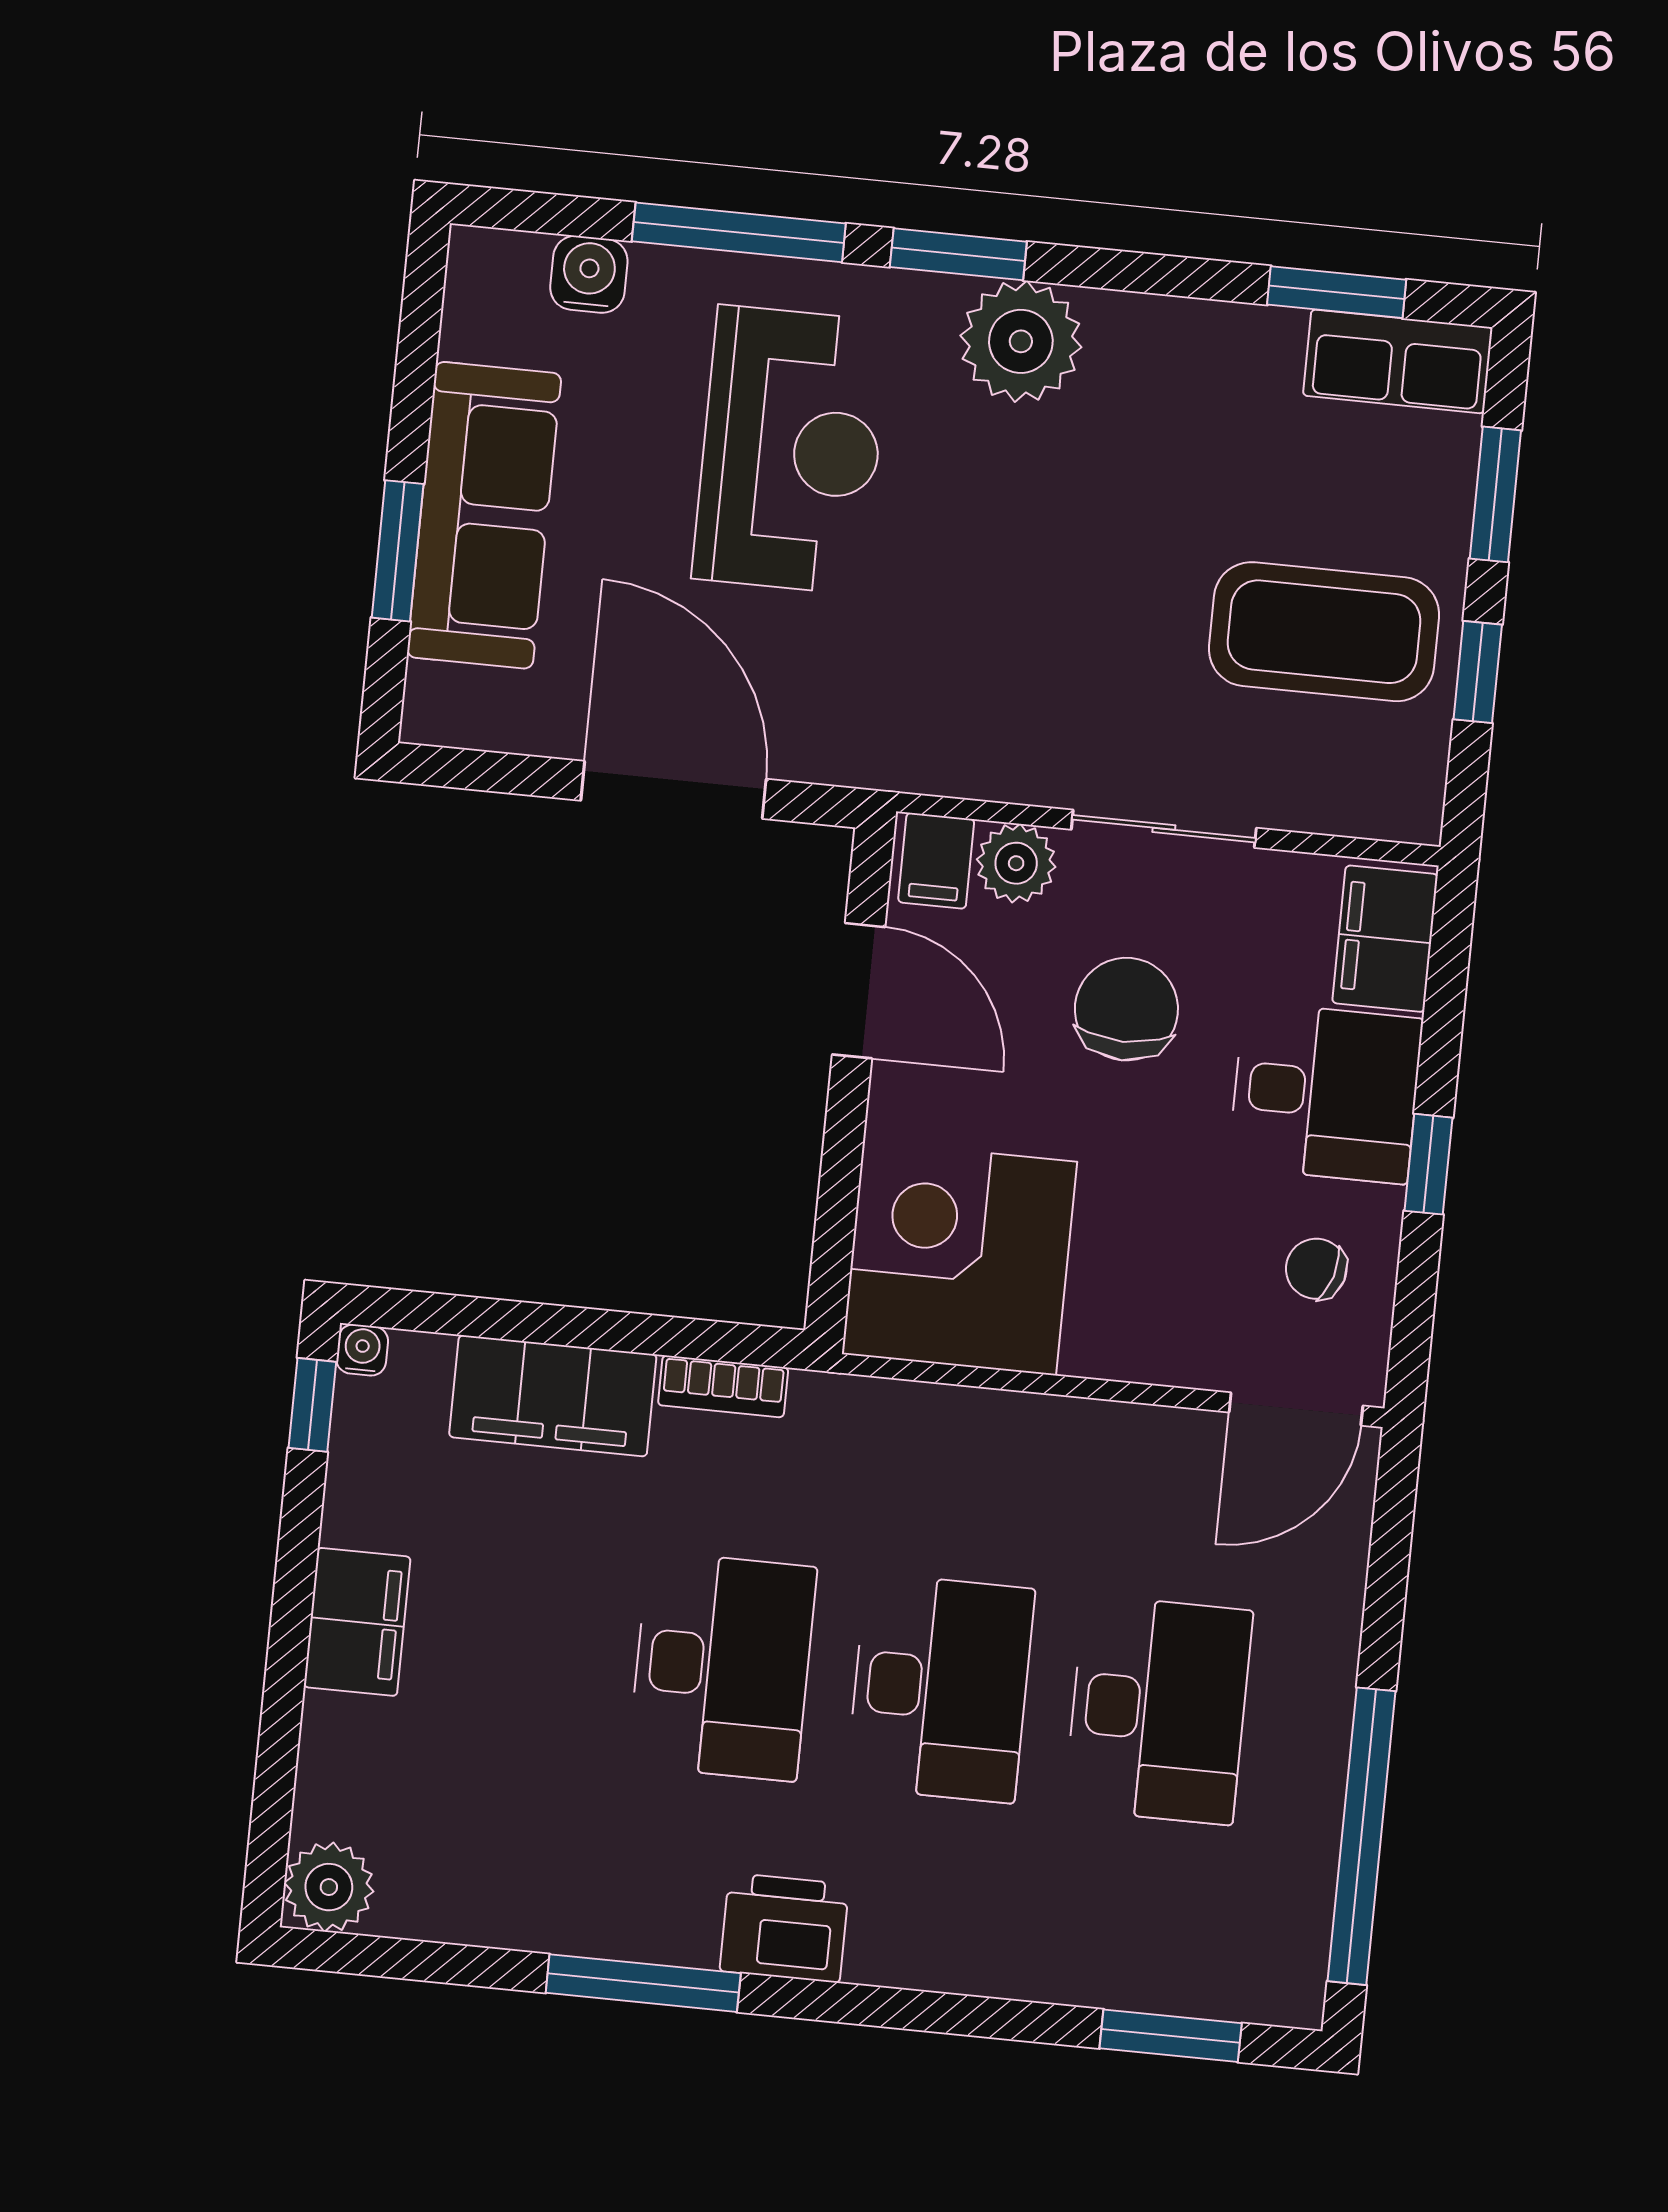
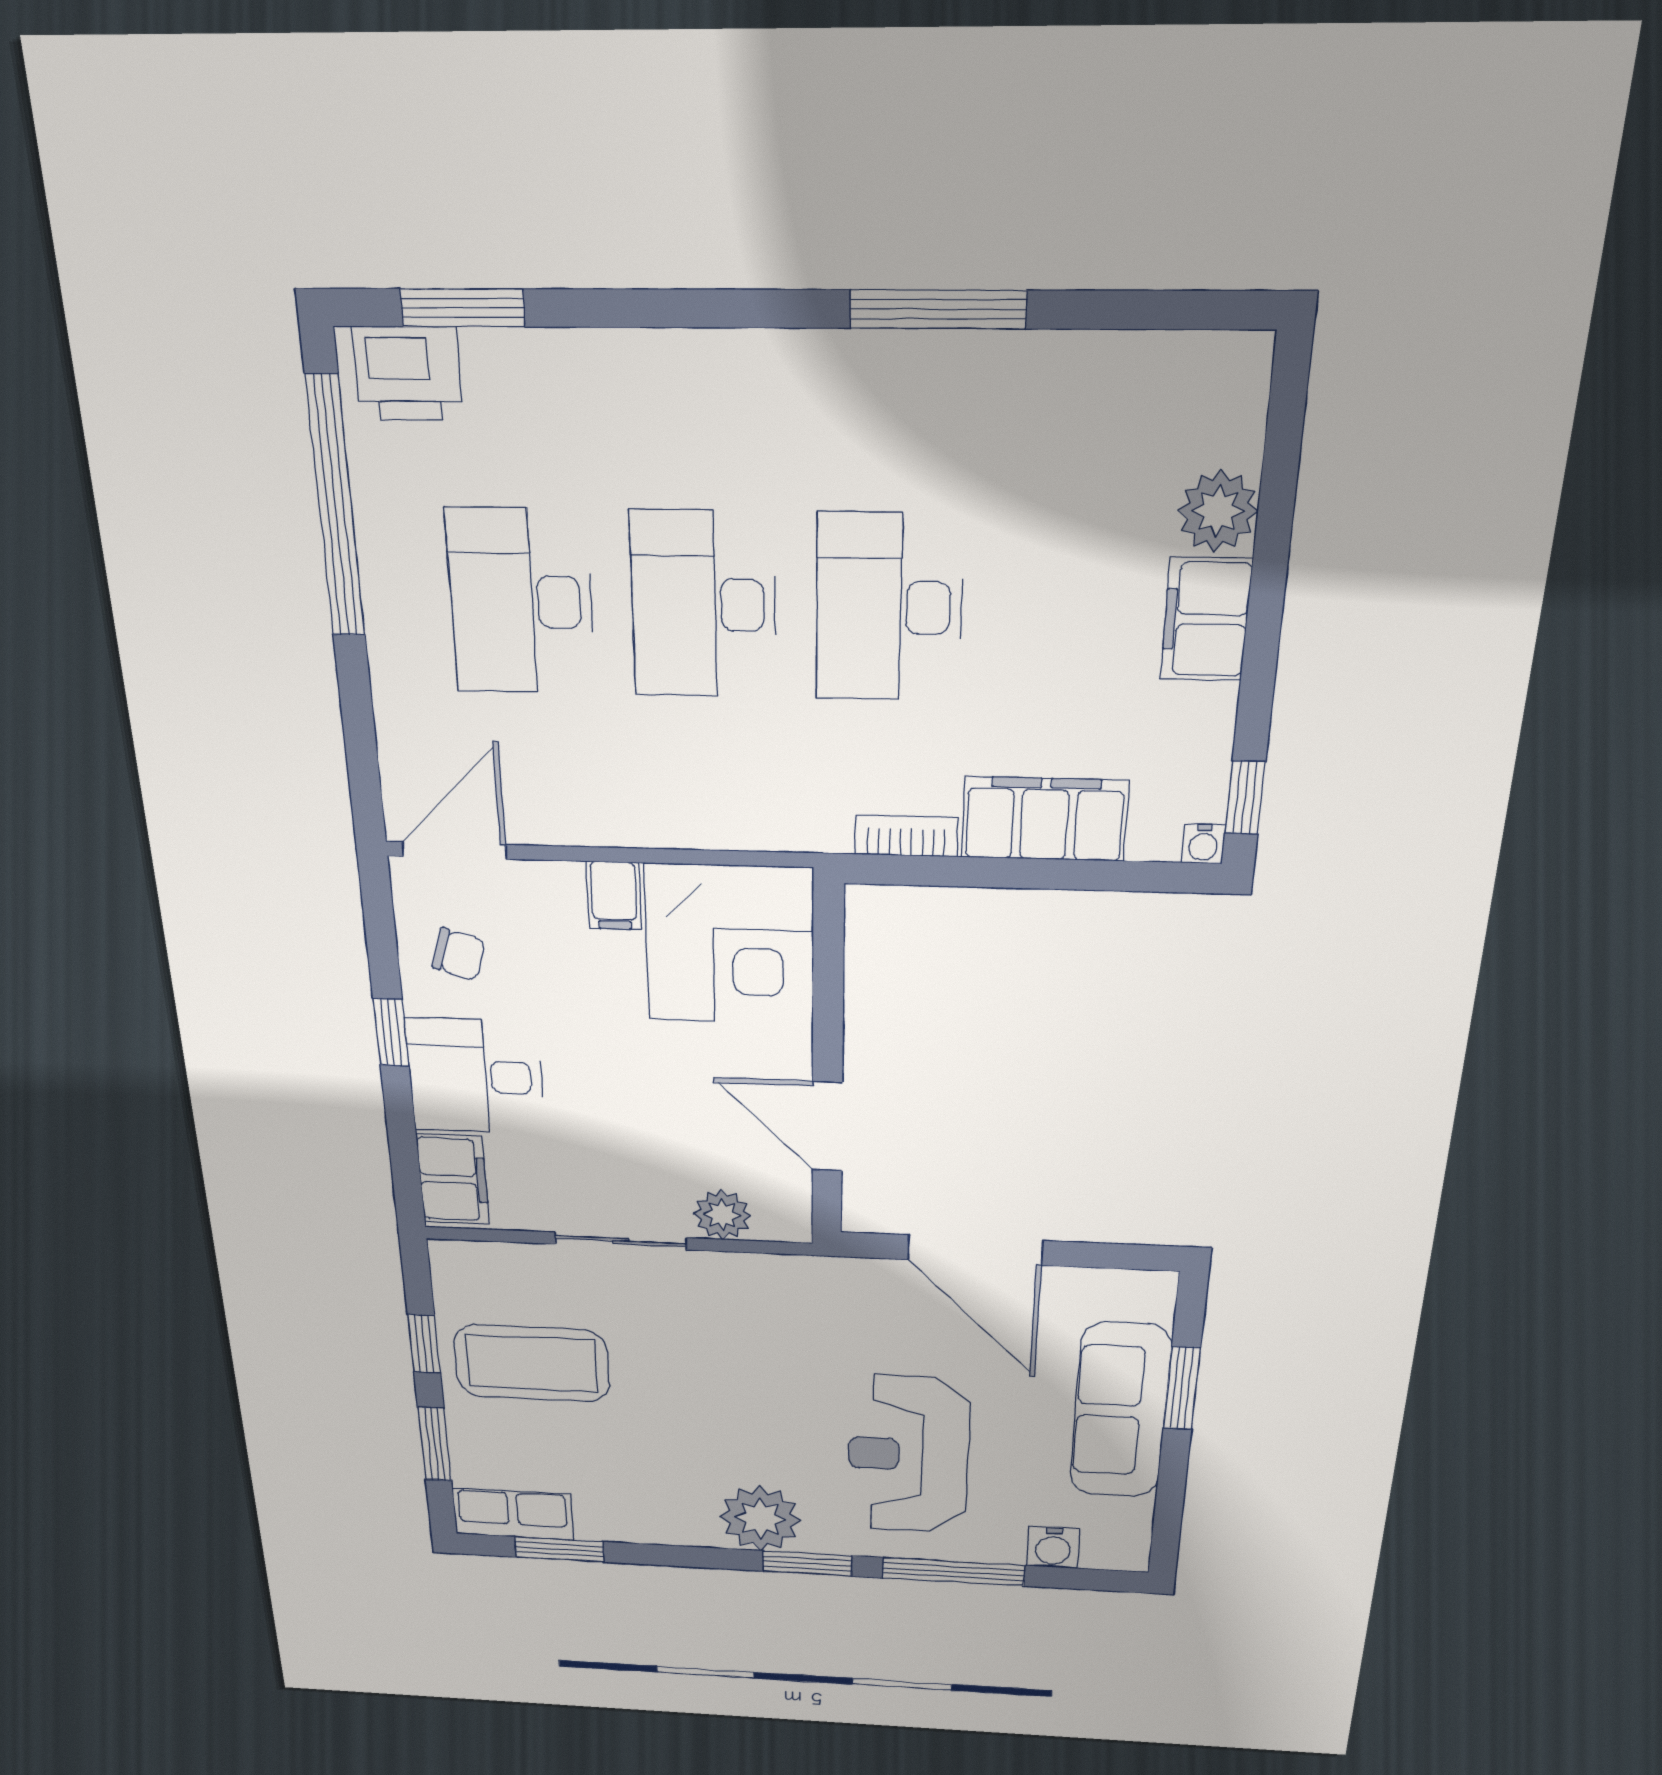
filing cabinet: (936, 861) -> (614, 896), moved, turned 180
chair: (1126, 1009) -> (629, 1124), removed
plant: (329, 1887) -> (1218, 511), moved
printer: (784, 1928) -> (408, 374), moved

